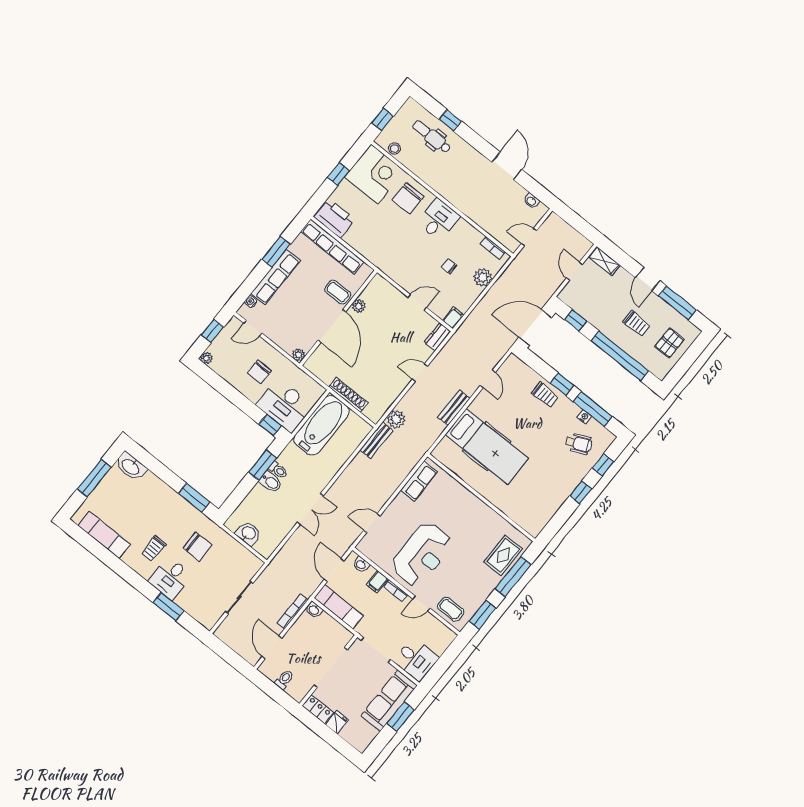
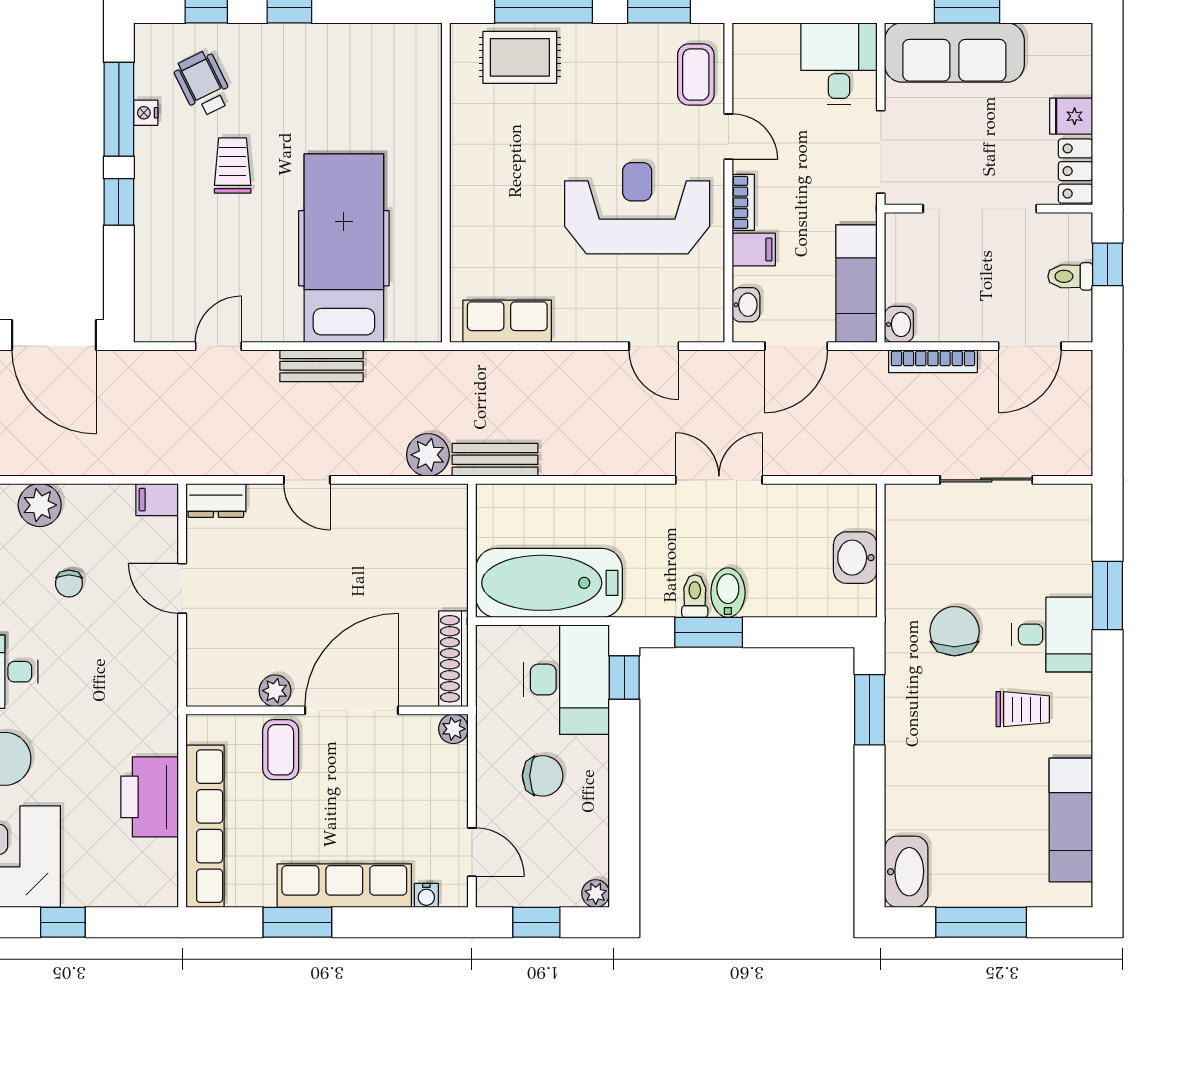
printer: (335, 218) -> (150, 797), moved
shoe rack: (348, 395) -> (453, 659), moved
trolley: (545, 395) -> (233, 165), moved
window: (278, 695) -> (1107, 264), added

